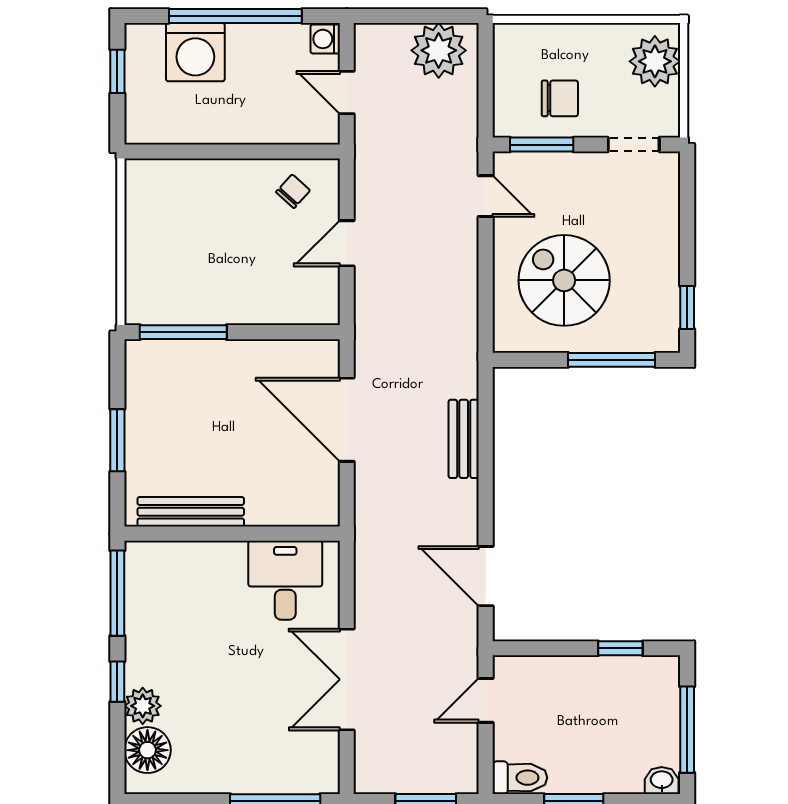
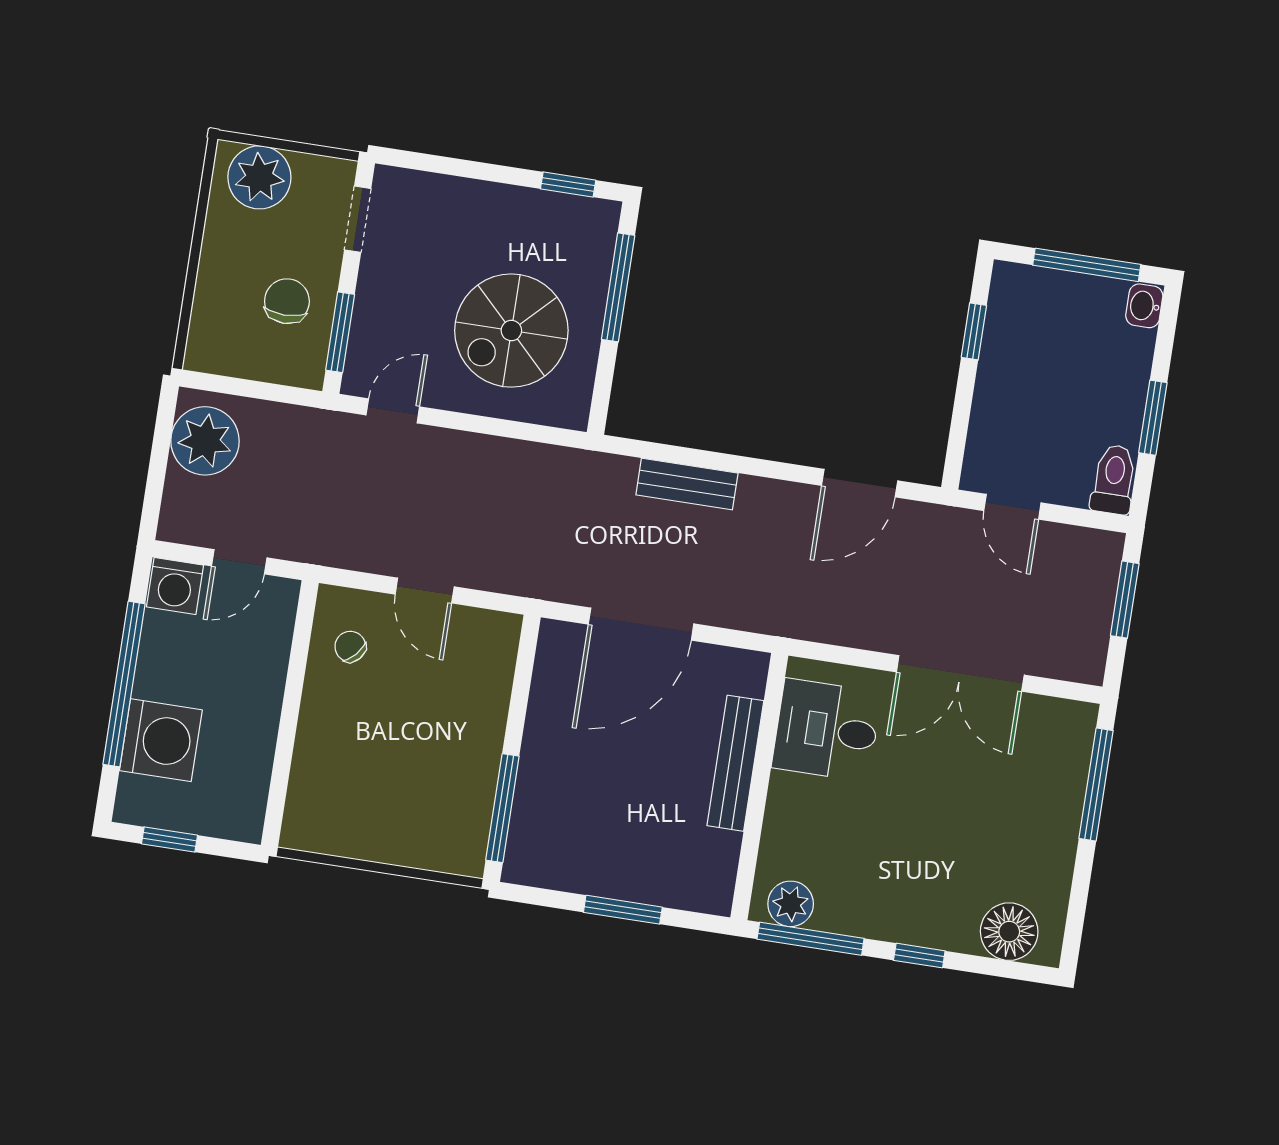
washing machine: (325, 39) -> (175, 586), width x1.38, depth x1.38
bench: (191, 512) -> (735, 763), moved
plant: (143, 706) -> (791, 904), moved

